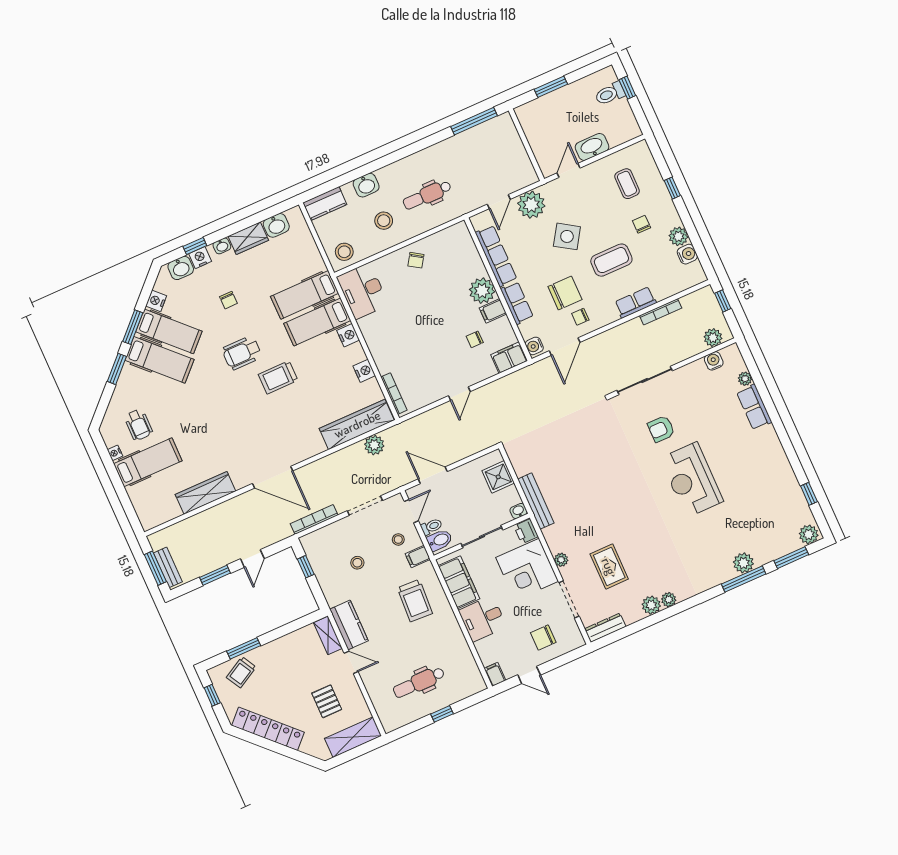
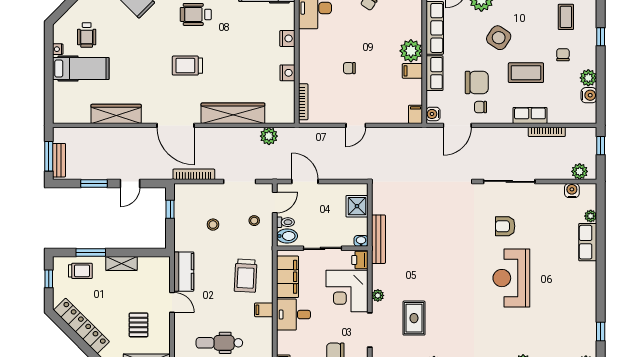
hospital bed: (317, 322) -> (267, 17), removed
chair: (475, 339) -> (349, 68), moved
filing cabinet: (509, 358) -> (416, 114), width x0.50
trolley: (278, 377) -> (187, 66), moved
wardrobe: (357, 424) -> (233, 113), moved
filing cabinet: (418, 556) -> (264, 310), moved
shelving: (328, 635) -> (121, 263), moved, turned 90
trolley: (241, 672) -> (80, 271), turned -151

